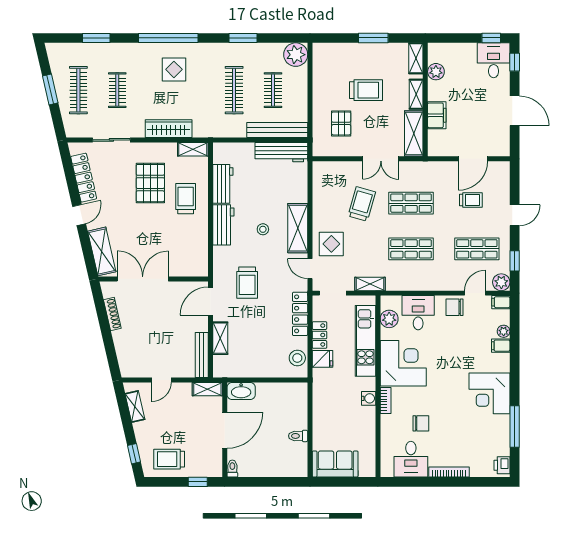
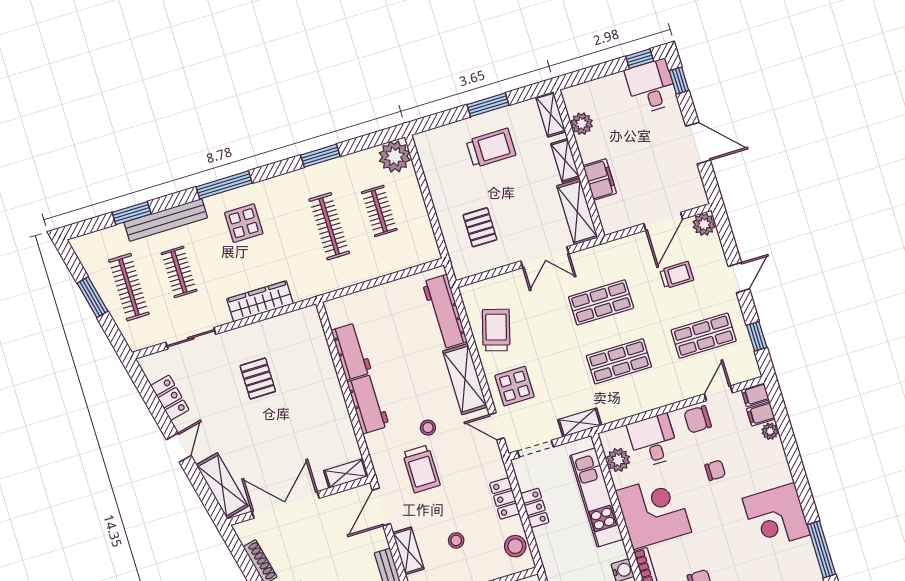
window: (168, 38) -> (224, 185), width x0.68
trolley: (366, 90) -> (491, 148), moved
bench: (277, 130) -> (166, 220), moved
shelving: (193, 149) -> (346, 474), moved
workbench: (281, 152) -> (445, 312), moved, turned 90
locker: (84, 178) -> (170, 398), width x0.66
pallet: (150, 183) -> (258, 379), width x0.67, depth x0.71
trolley: (186, 199) -> (309, 385), removed
trolley: (362, 204) -> (496, 330), moved
stool: (263, 229) -> (428, 428), moved
plant: (501, 282) -> (704, 224), moved
locker: (300, 314) -> (505, 498), width x0.66
stool: (256, 341) -> (456, 540), added
filing cabinet: (501, 346) -> (761, 414), moved
chair: (456, 347) -> (715, 470), added
fridge: (323, 359) -> (548, 538), removed

